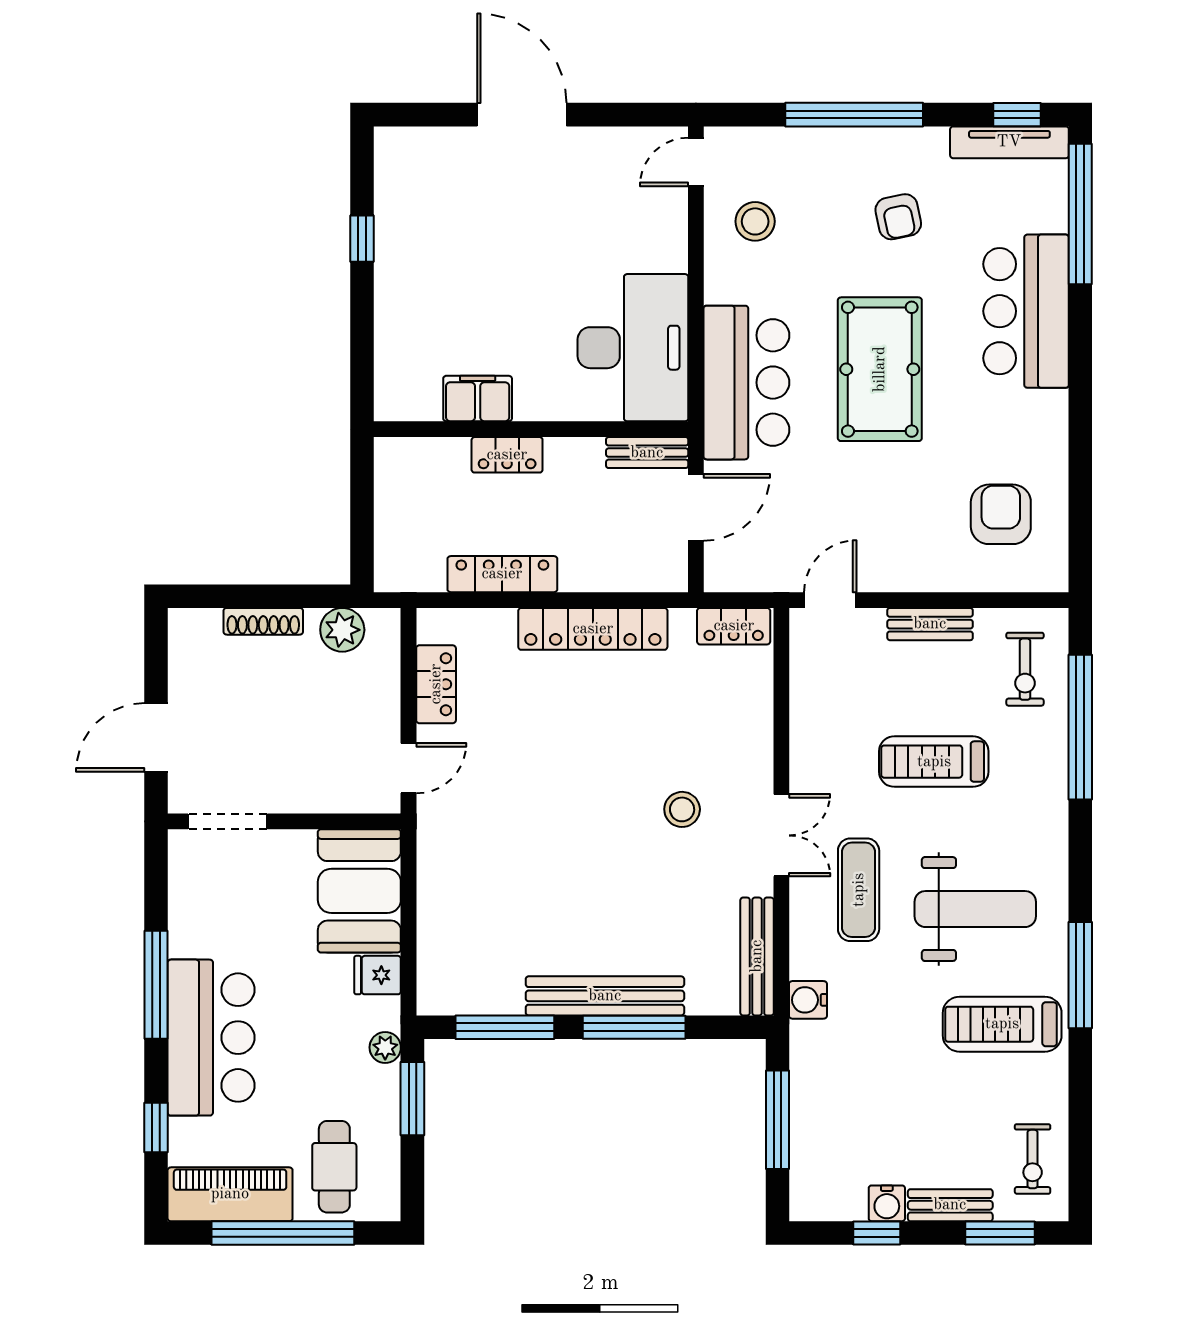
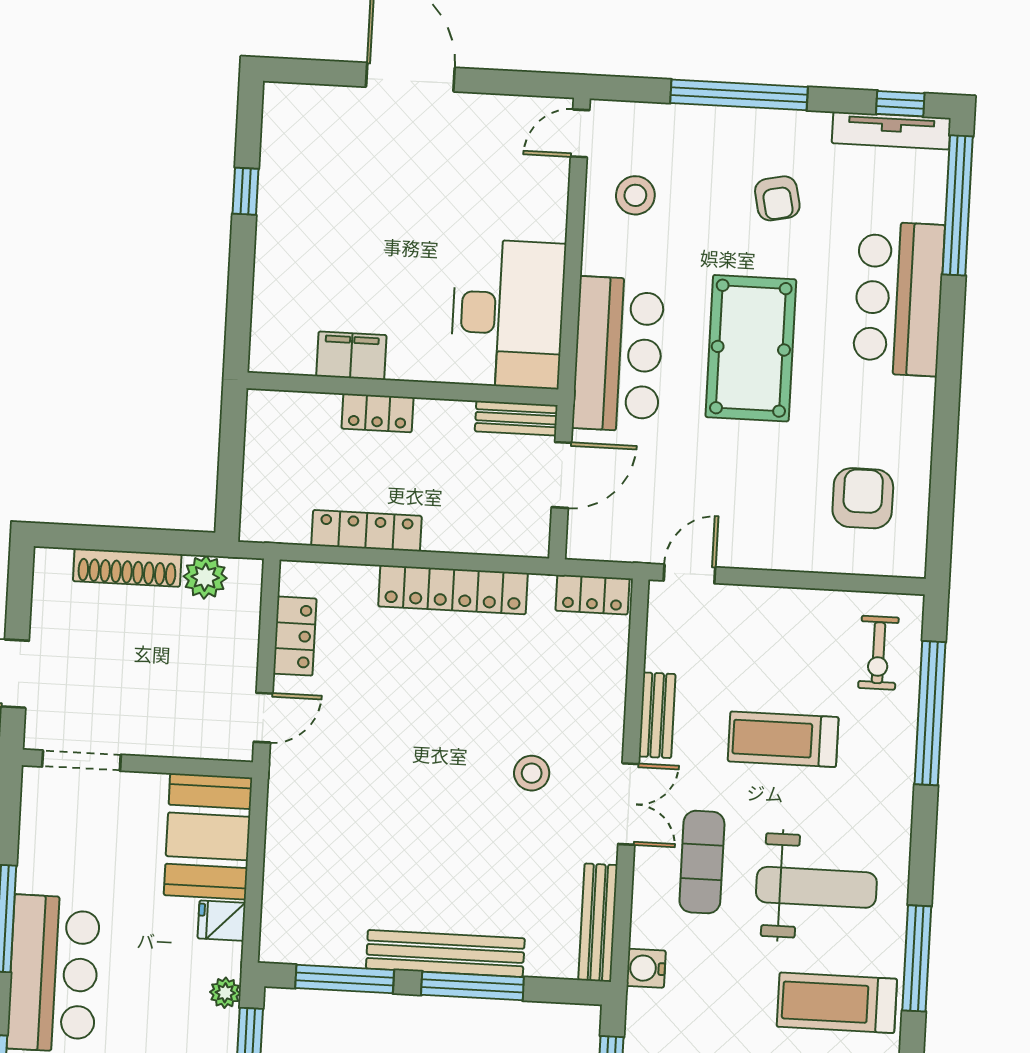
shoe rack: (263, 621) -> (127, 568), width x1.36, depth x1.24
bench: (930, 624) -> (657, 715), moved, turned 90

